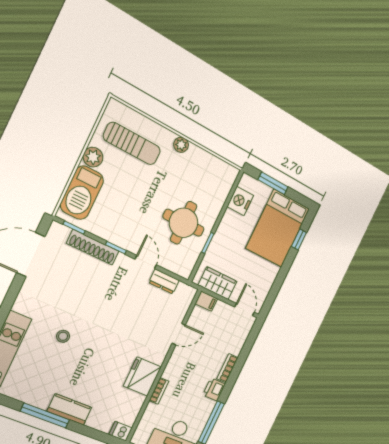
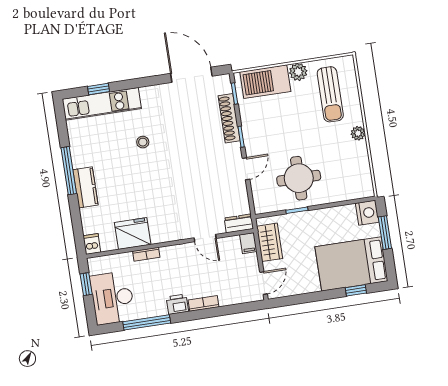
nightstand: (240, 201) -> (367, 213), moved, turned 90
dresser: (164, 281) -> (239, 223), moved, turned 90
fridge: (142, 376) -> (133, 234), moved

